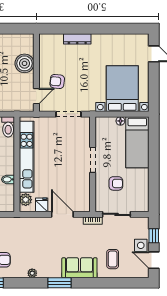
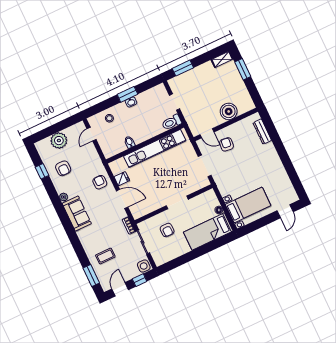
dresser: (77, 39) -> (262, 132), moved
bed with nightstands: (122, 89) -> (248, 205), width x0.73
plant: (26, 200) -> (120, 164), removed
door: (62, 214) -> (122, 199), hinge flipped
armchair: (35, 229) -> (100, 182), added
side table: (141, 245) -> (144, 266), moved
sofa: (79, 268) -> (77, 214), moved
window: (59, 283) -> (91, 275), moved

